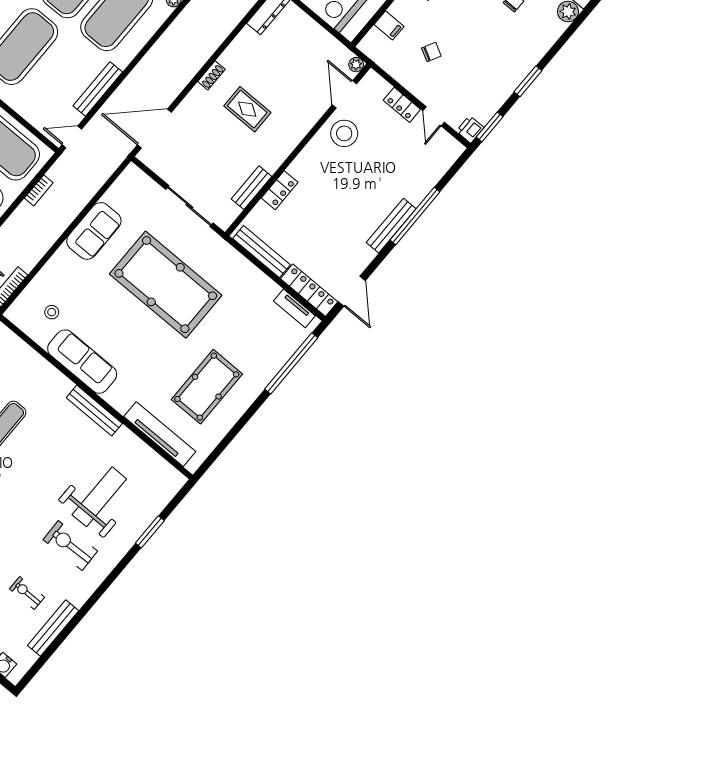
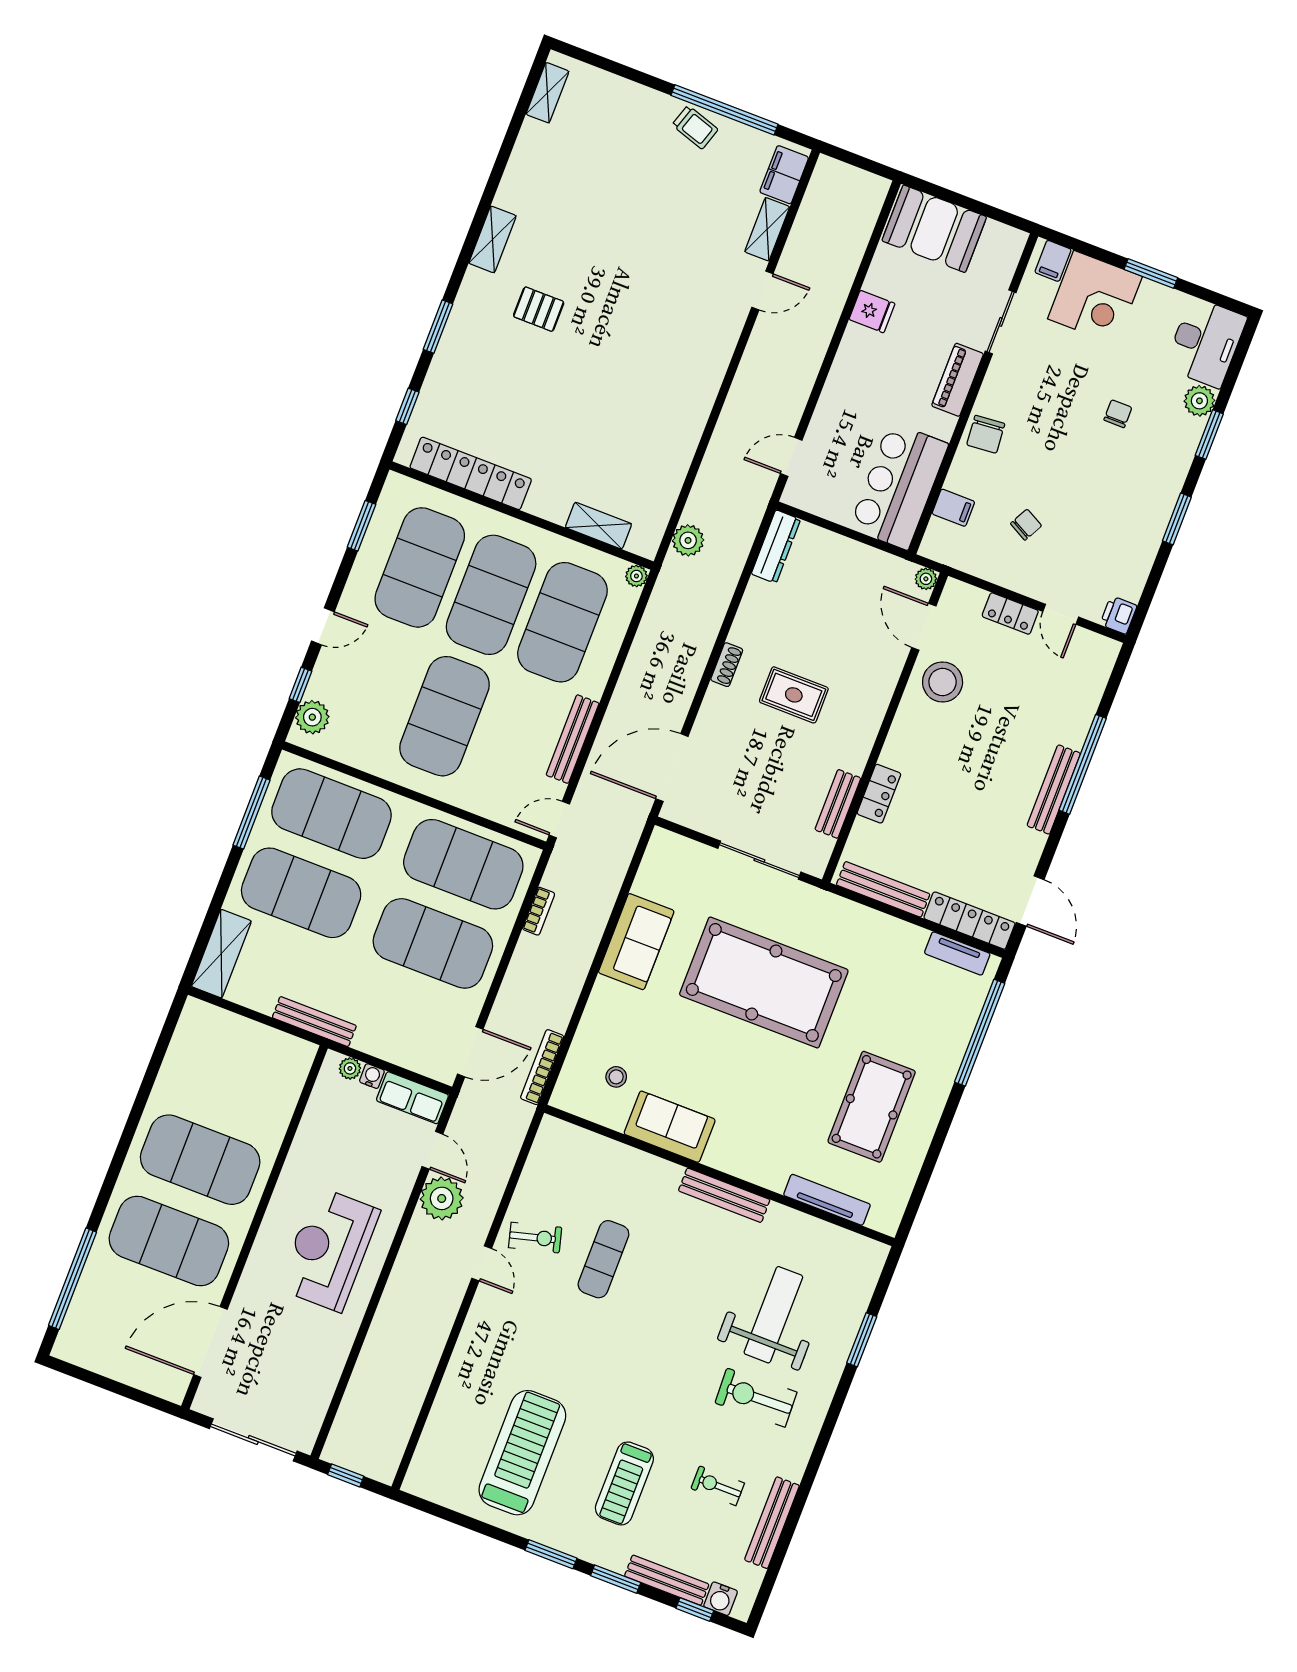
window: (490, 127) -> (1209, 435), moved
sofa: (82, 362) -> (670, 1127), width x0.73
tv unit: (160, 434) -> (827, 1200), width x0.73, depth x0.78

